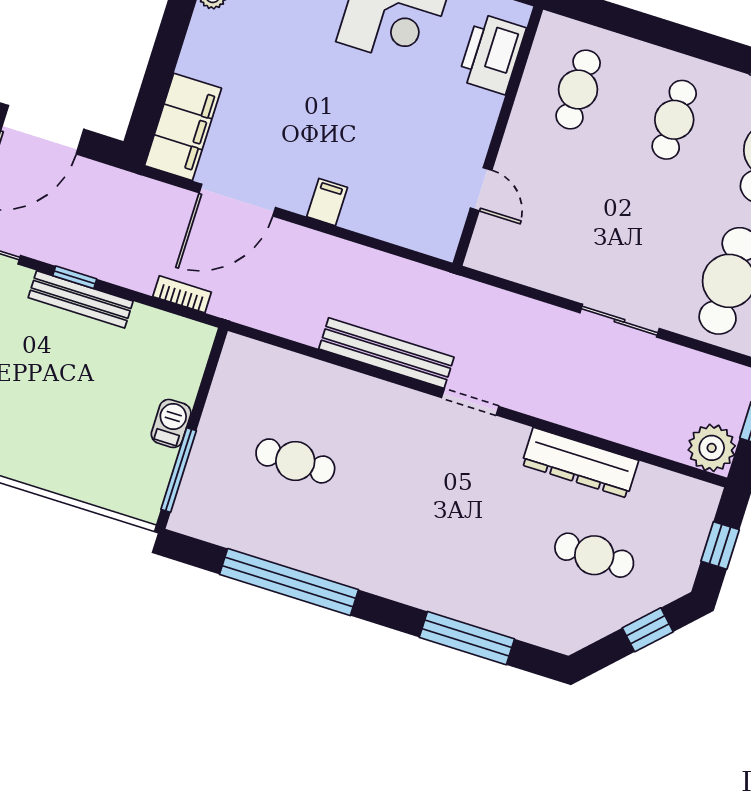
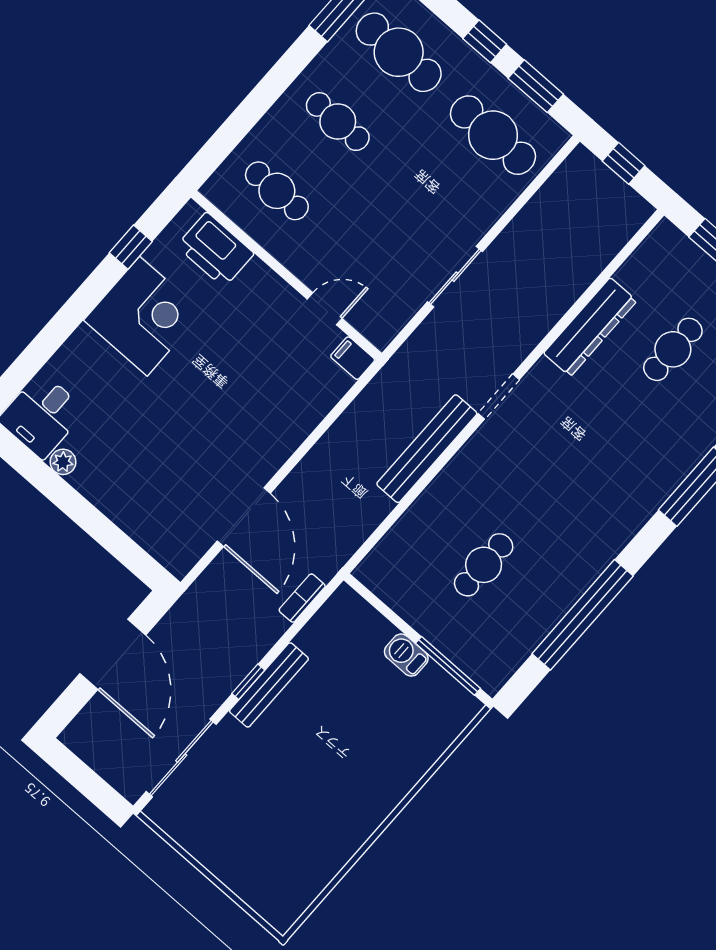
filing cabinet: (183, 127) -> (162, 535), removed
filing cabinet: (327, 202) -> (353, 358), moved
sliding door: (620, 321) -> (455, 277), moved
plant: (712, 448) -> (626, 211), removed

